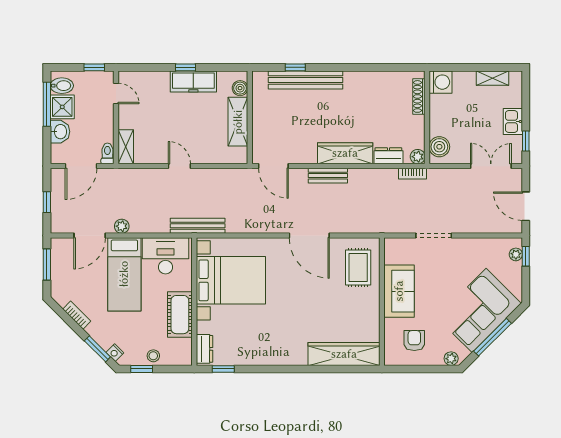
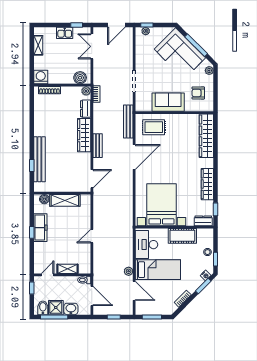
shelving: (126, 147) -> (67, 269), moved
bench: (198, 226) -> (128, 121), moved
wardrobe: (265, 356) -> (207, 184), added

